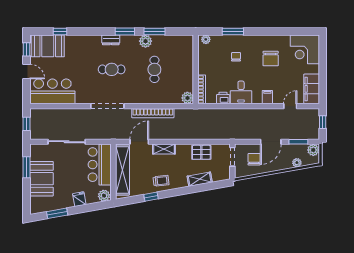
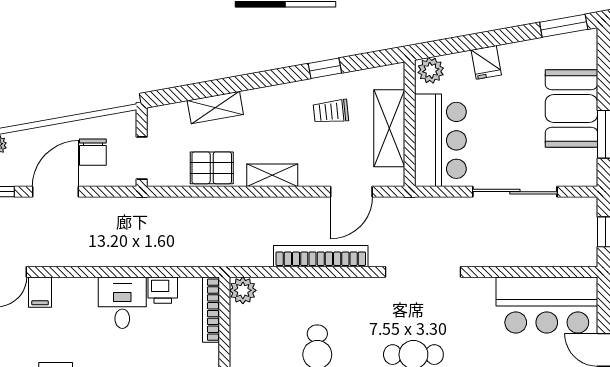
filing cabinet: (267, 97) -> (40, 292), moved
shelving: (164, 149) -> (272, 175), moved
shelving: (122, 170) -> (389, 128), width x0.68
trolley: (161, 181) -> (331, 112), moved
window: (57, 213) -> (564, 26), moved

